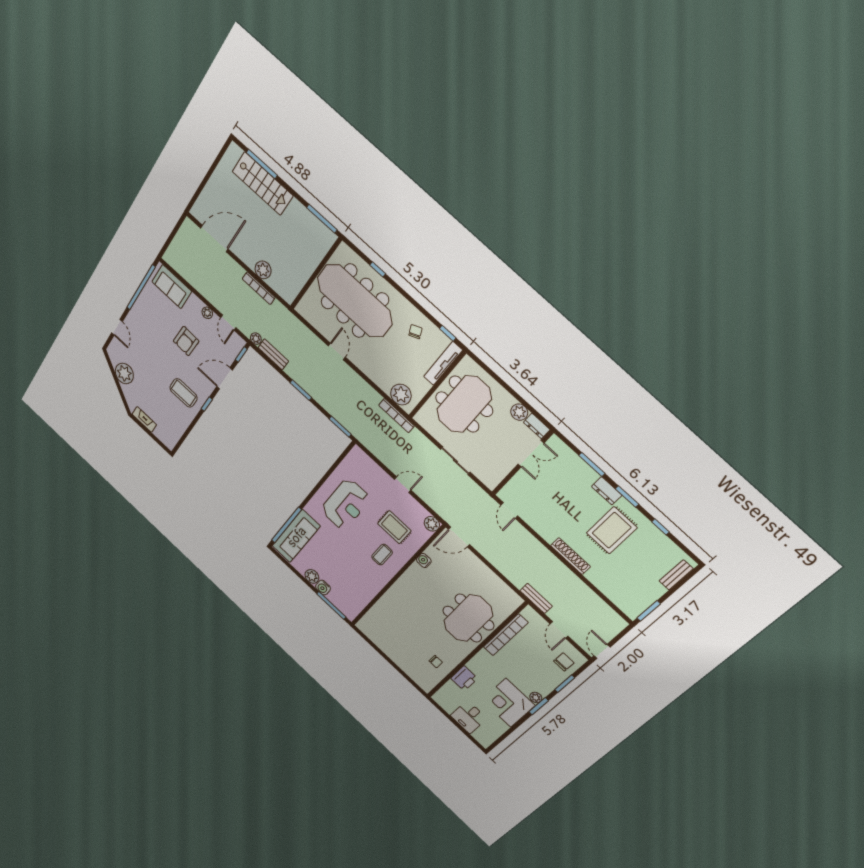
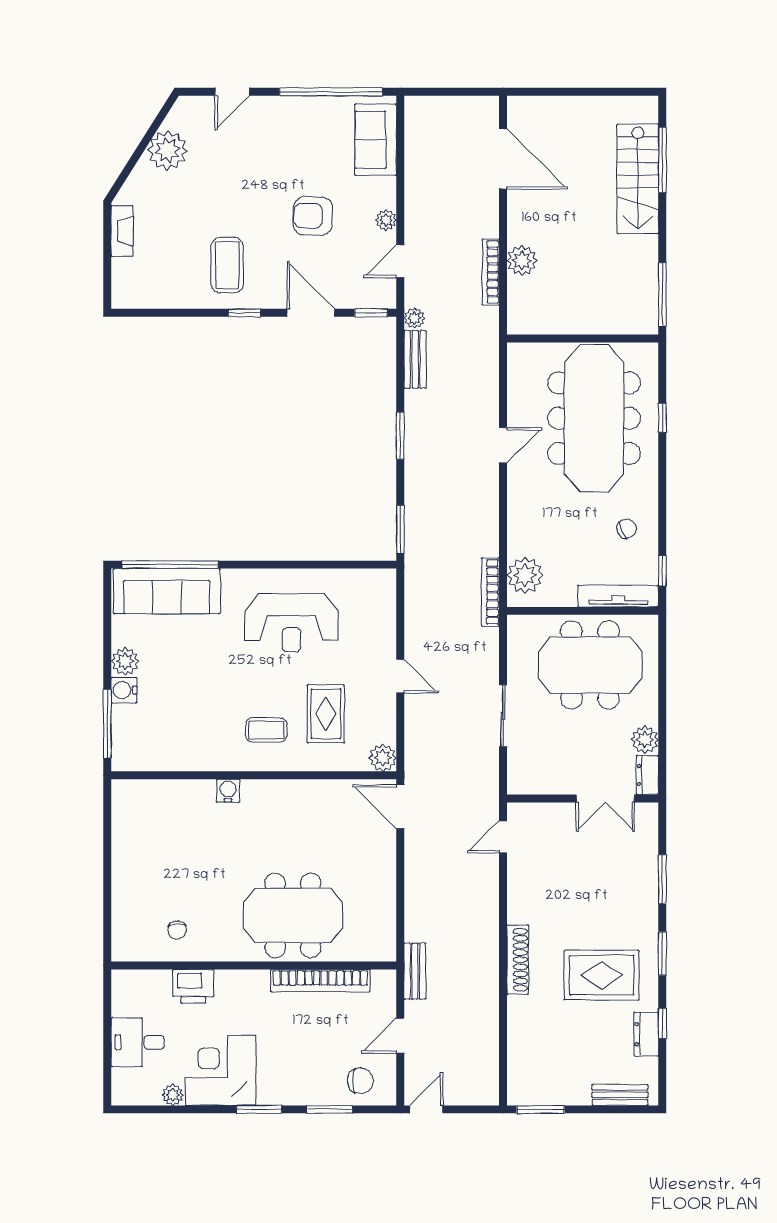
dresser: (607, 491) -> (646, 1034), moved
water cooler: (424, 560) -> (228, 791), moved
plant: (536, 698) -> (173, 1095), moved

